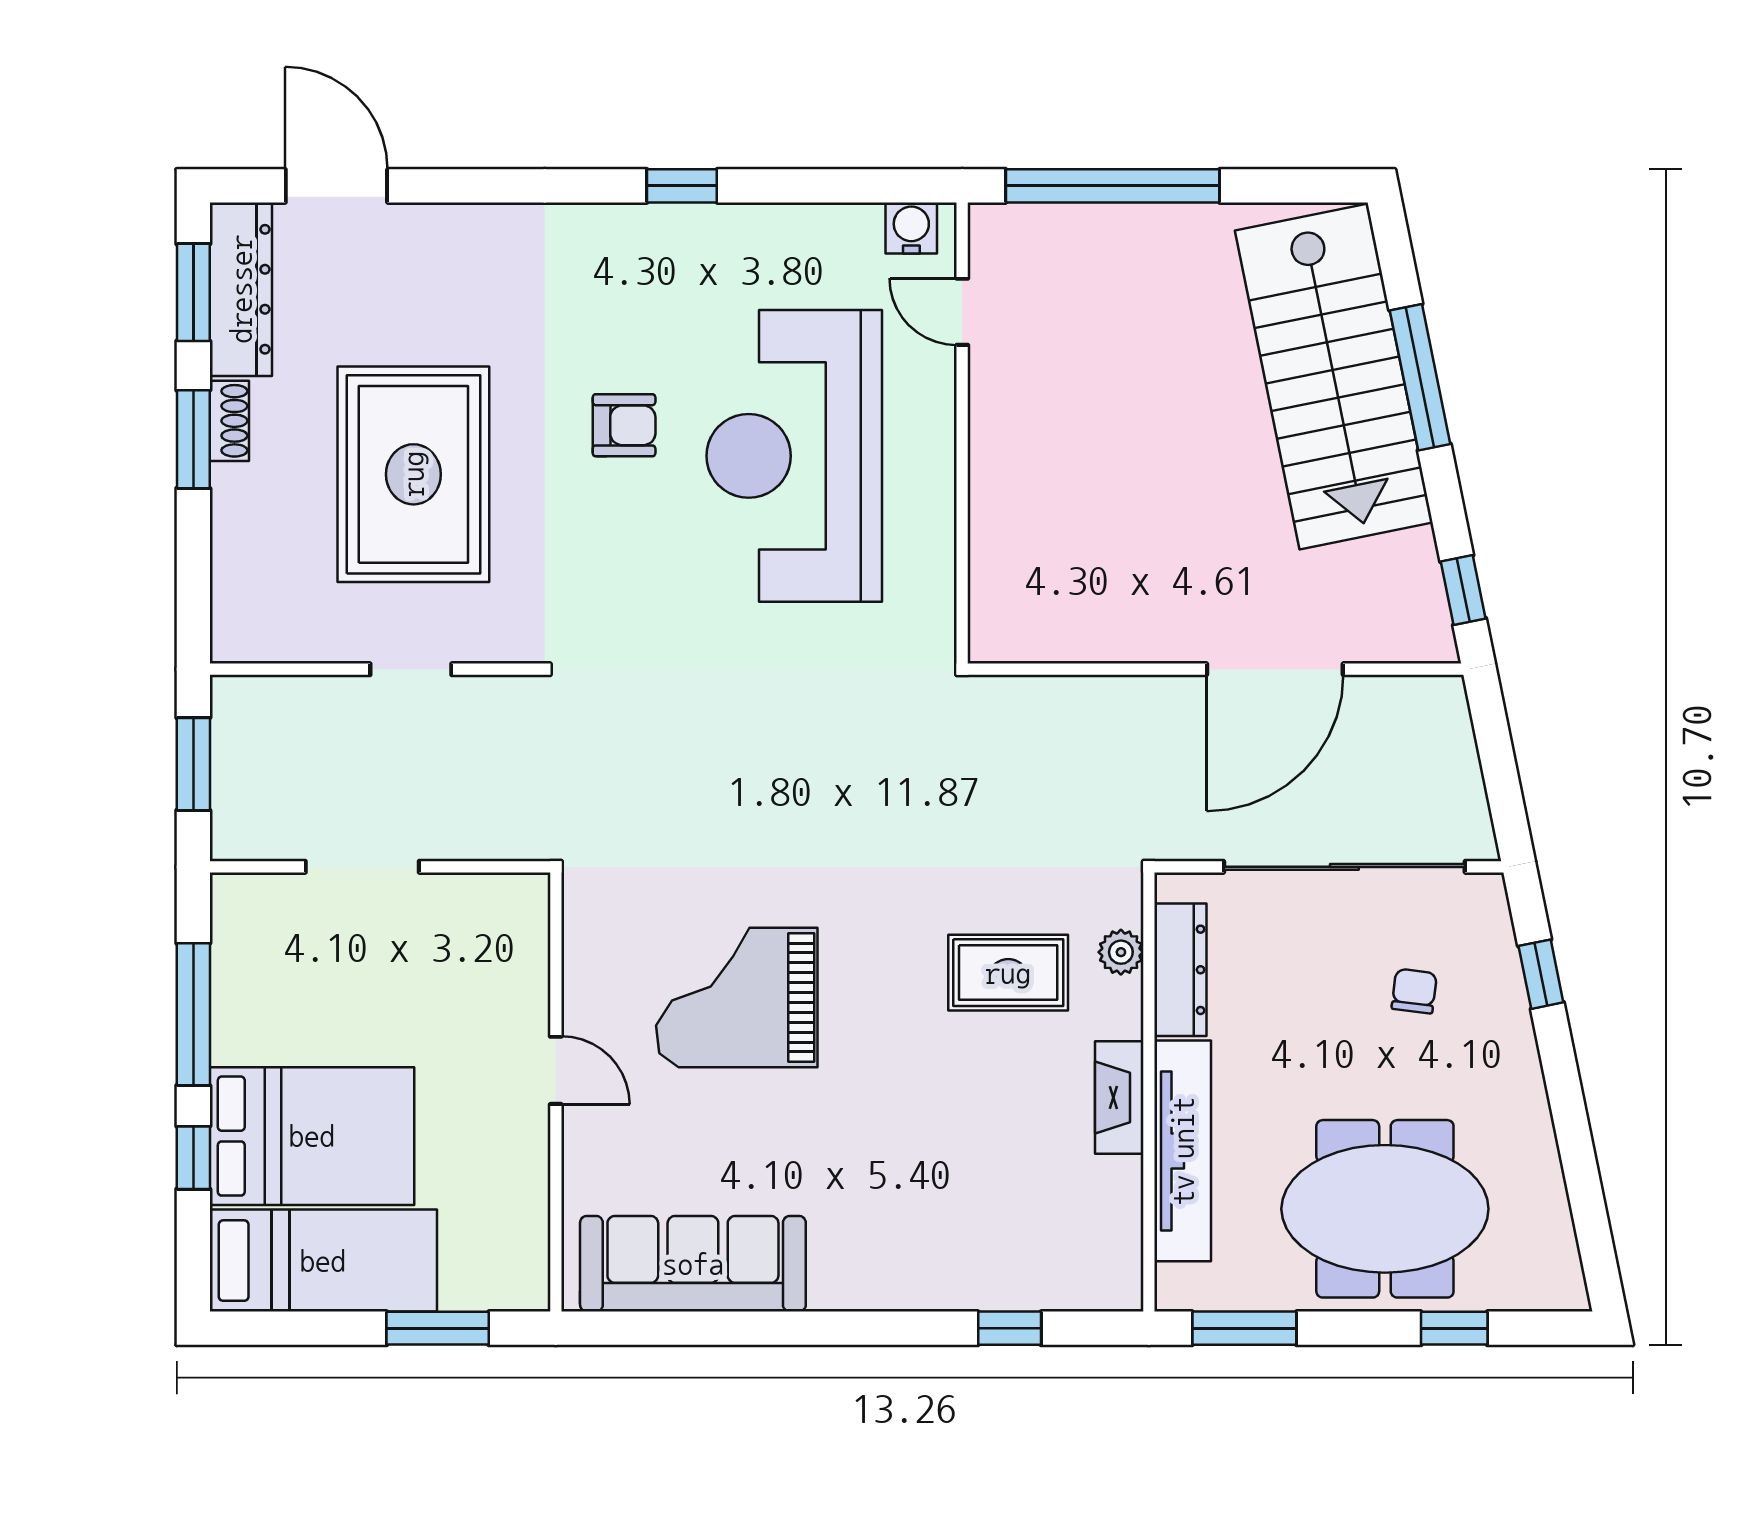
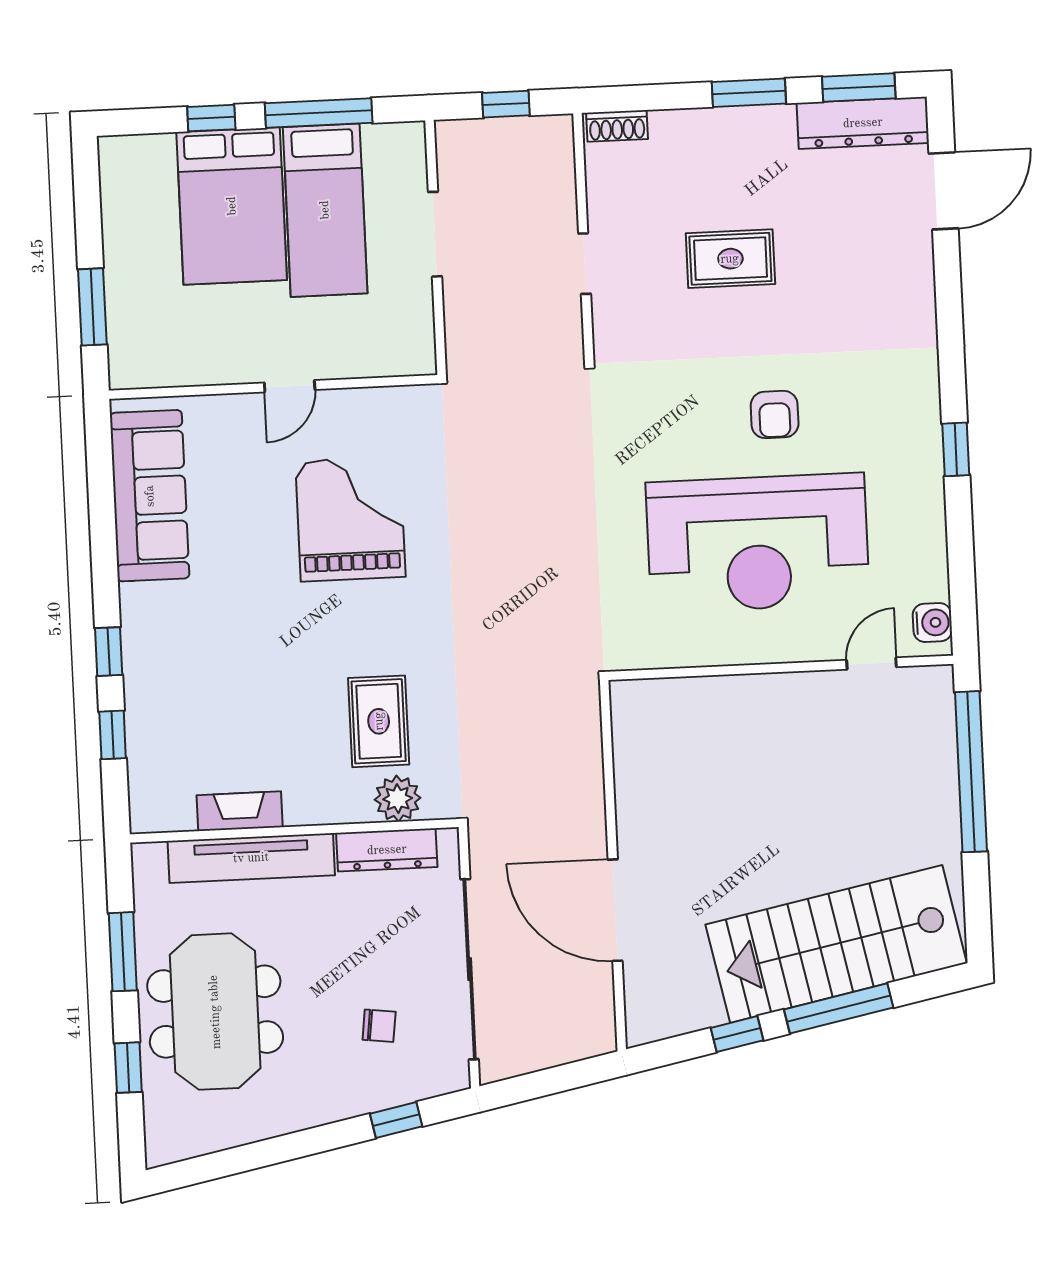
shoe rack: (229, 421) -> (617, 126), moved
reception desk: (794, 456) -> (758, 543), turned 180
rug: (413, 474) -> (730, 259), width x0.54, depth x0.49
window: (1463, 590) -> (737, 1034), moved
window: (193, 764) -> (506, 104), width x0.67
plant: (1121, 952) -> (398, 799), width x1.38, depth x1.38
fireplace: (1119, 1098) -> (240, 811), moved
bed: (323, 1261) -> (325, 210), moved
window: (898, 1328) -> (109, 652), added
window: (1244, 1328) -> (123, 952), moved

